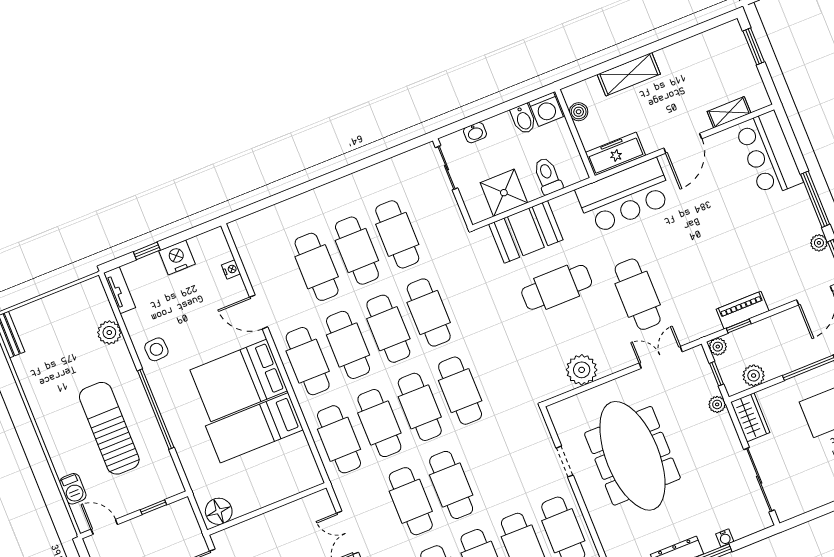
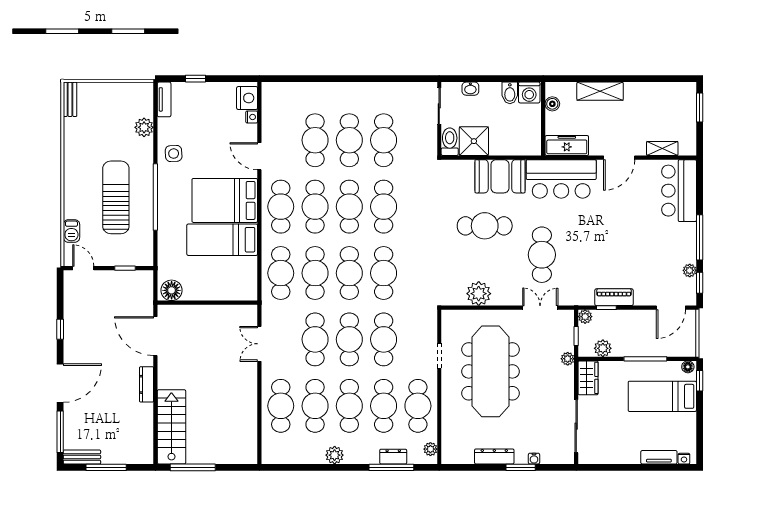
toilet: (548, 176) -> (450, 142), moved
booth: (526, 232) -> (500, 176), moved
nightstand: (177, 257) -> (247, 98), moved, turned 90
cafe table: (491, 469) -> (384, 339), added

